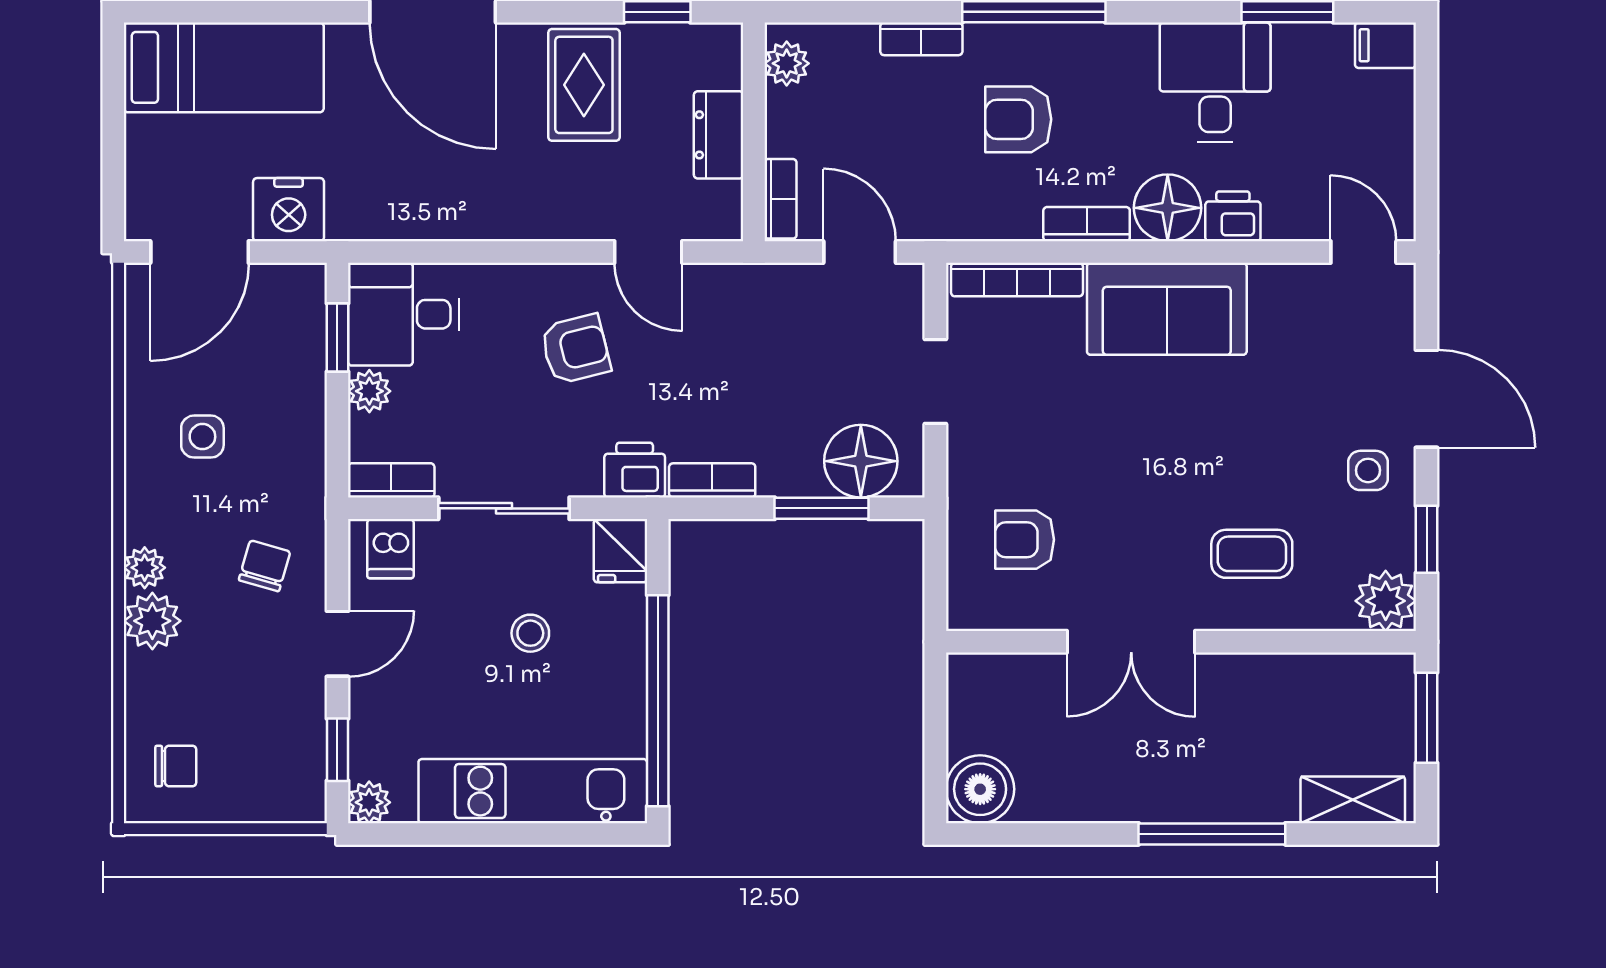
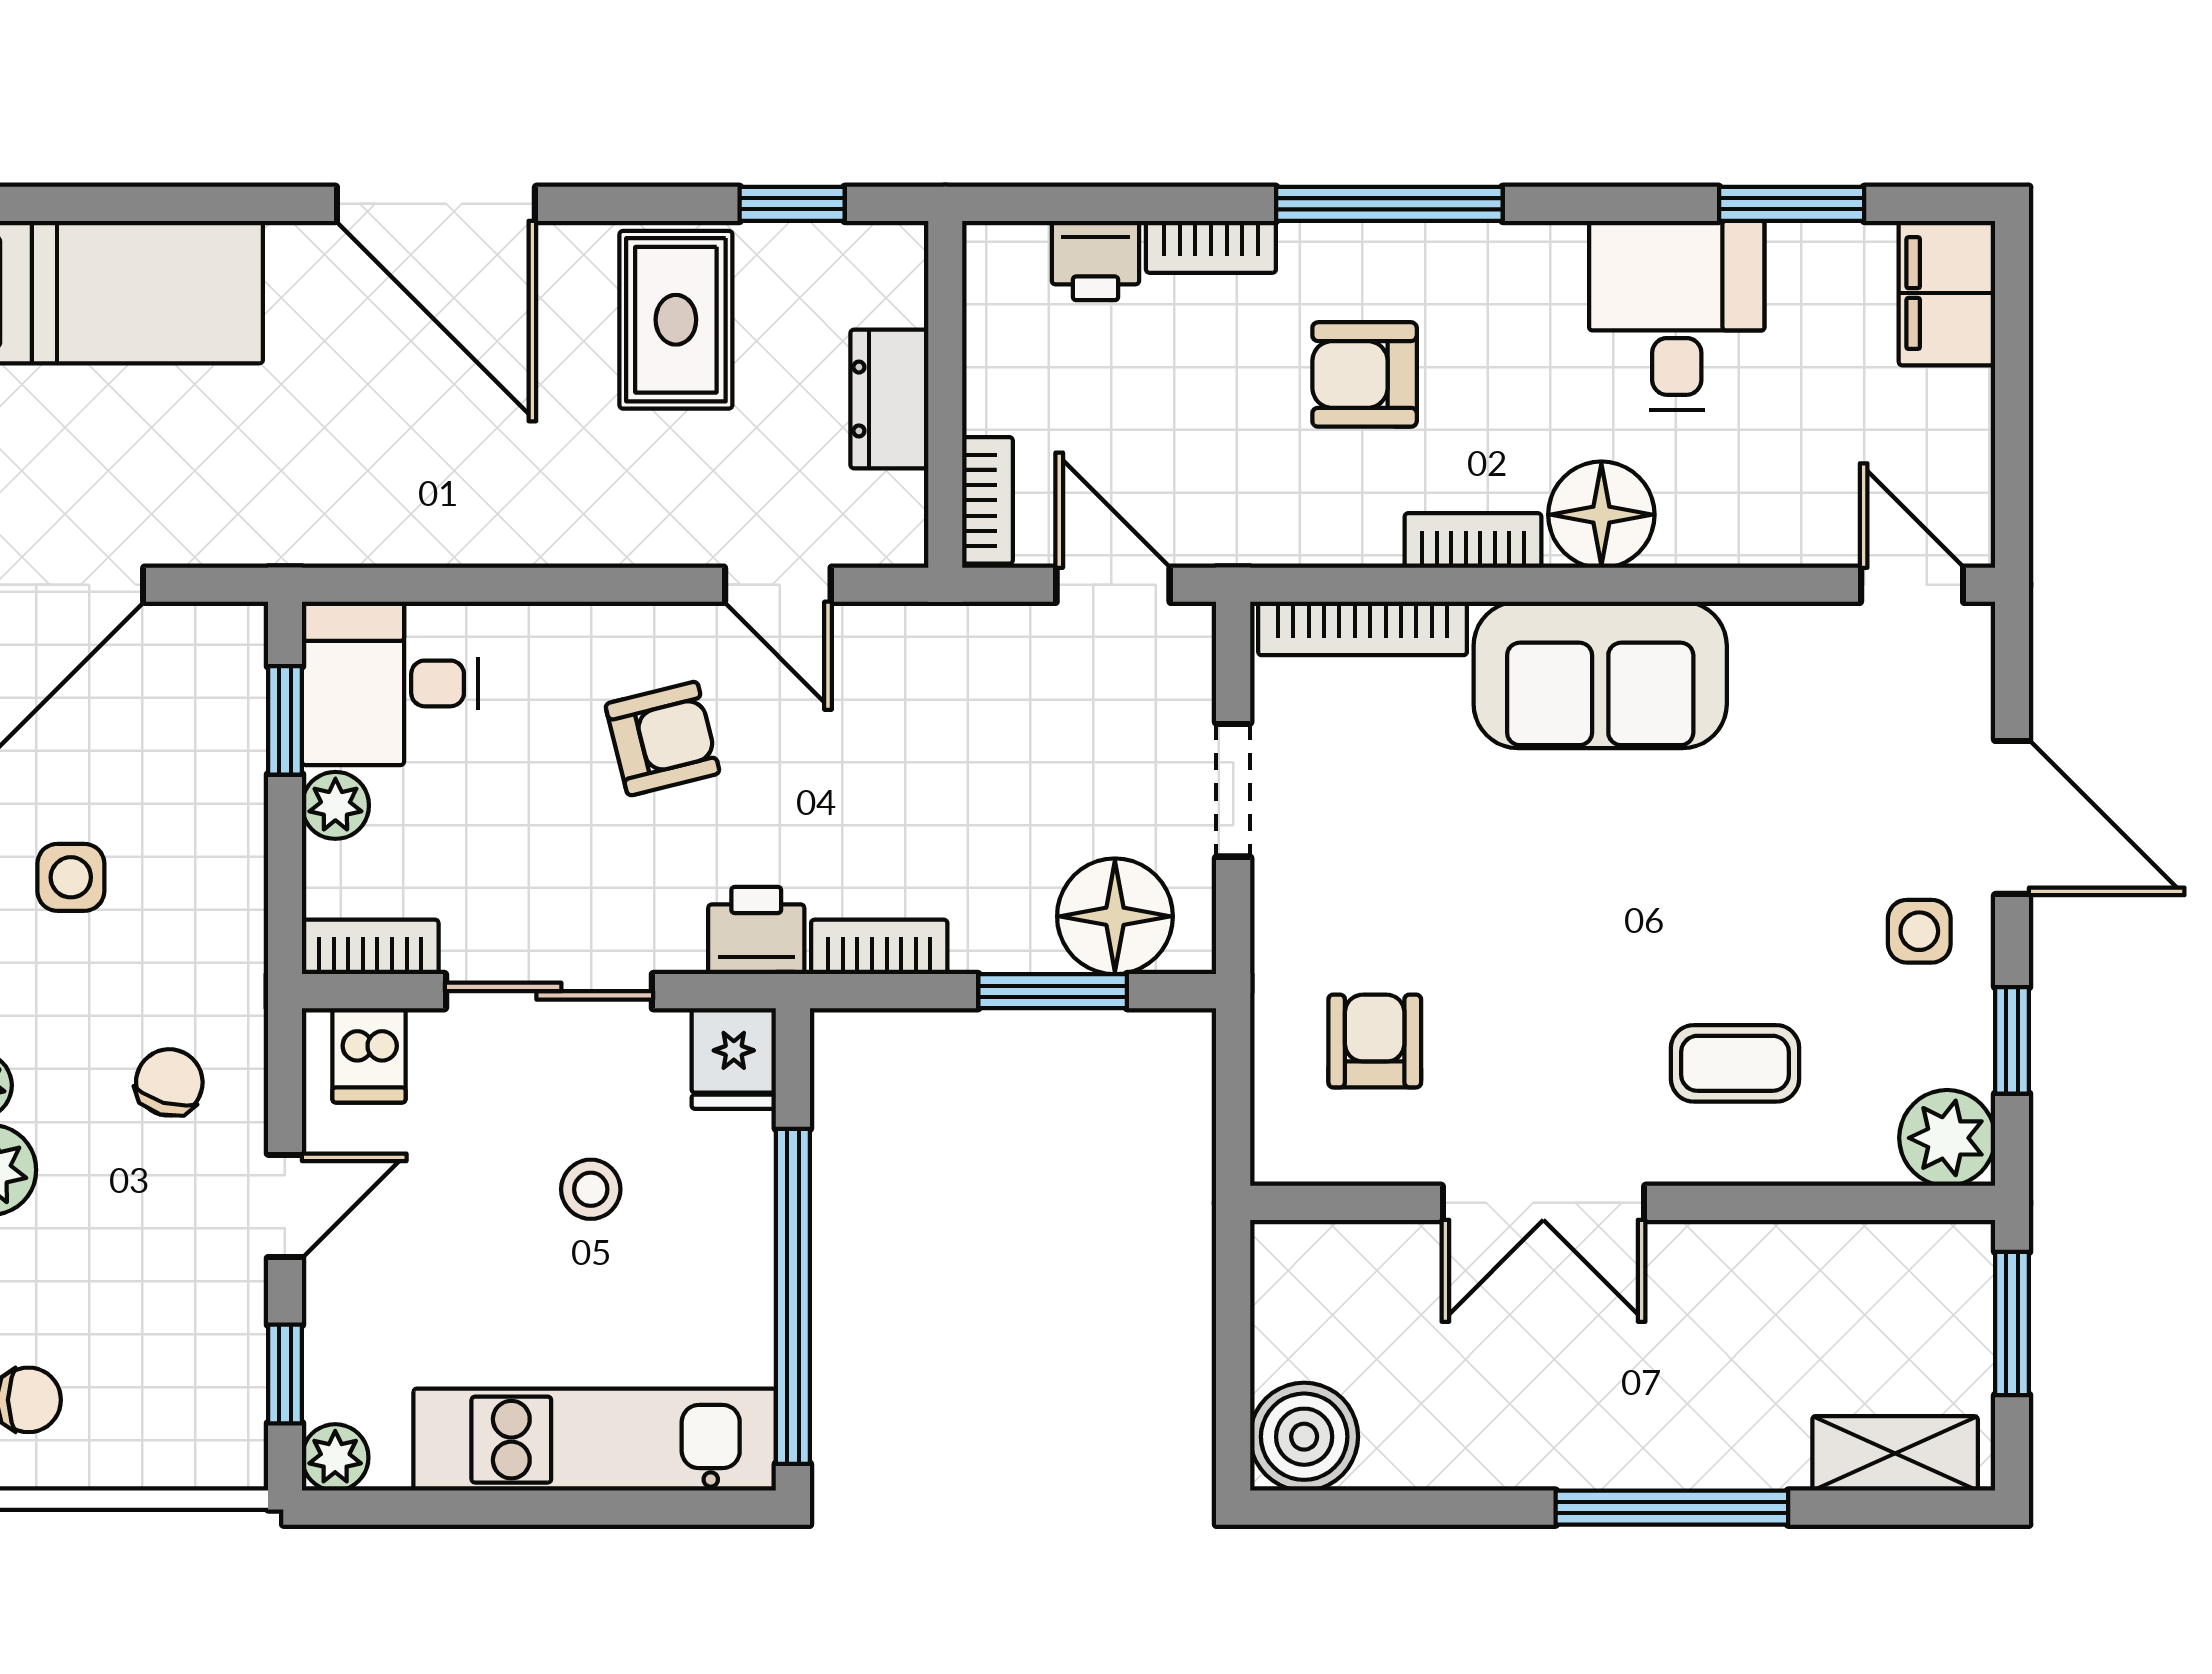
filing cabinet: (1385, 45) -> (1947, 293), width x2.00
plant: (787, 63) -> (997, 286), removed
nightstand: (289, 210) -> (207, 518), removed
printer: (1233, 216) -> (1095, 260), moved, turned 180
armchair: (1025, 540) -> (1375, 1041), turned 90

